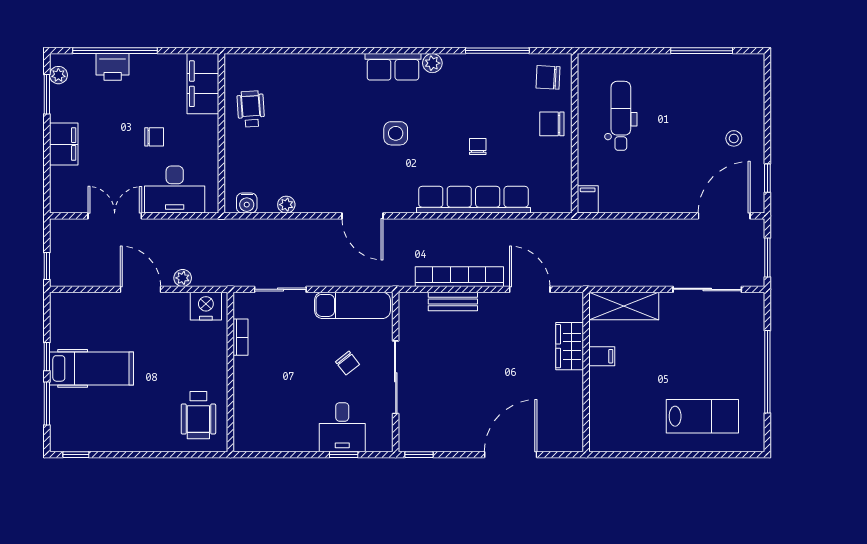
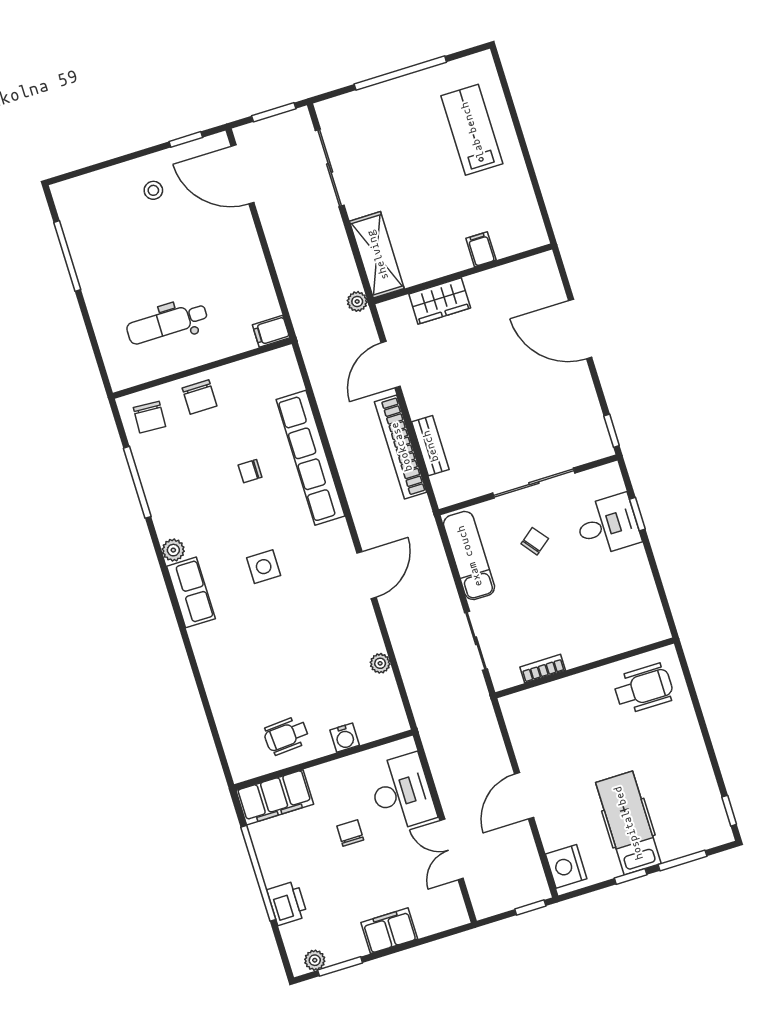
window: (115, 51) -> (258, 873), moved
water cooler: (247, 203) -> (345, 738), moved, turned 90
plant: (183, 278) -> (357, 301), moved
nightstand: (206, 306) -> (566, 866), moved
filing cabinet: (602, 356) -> (481, 249), moved

